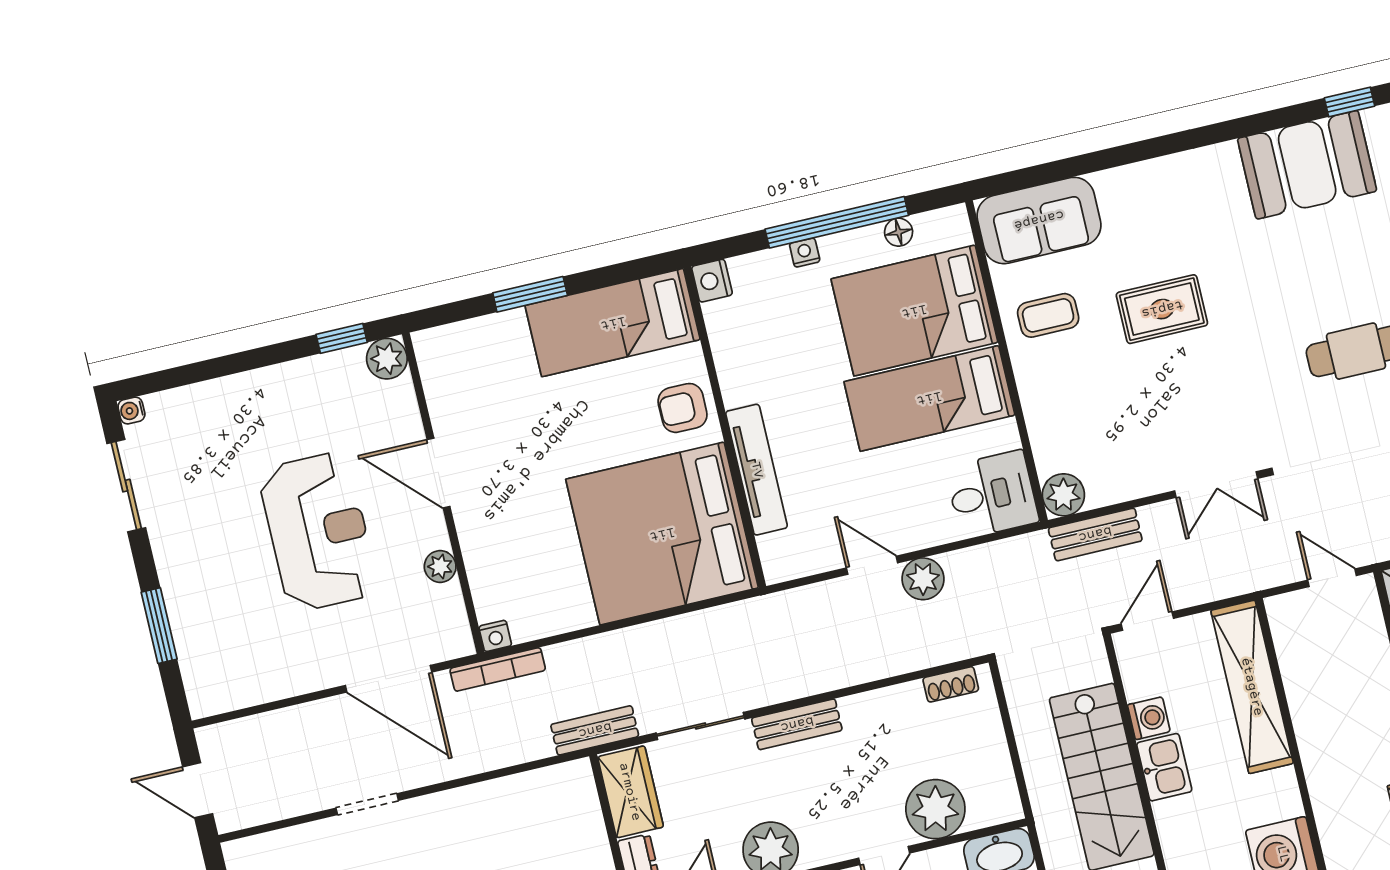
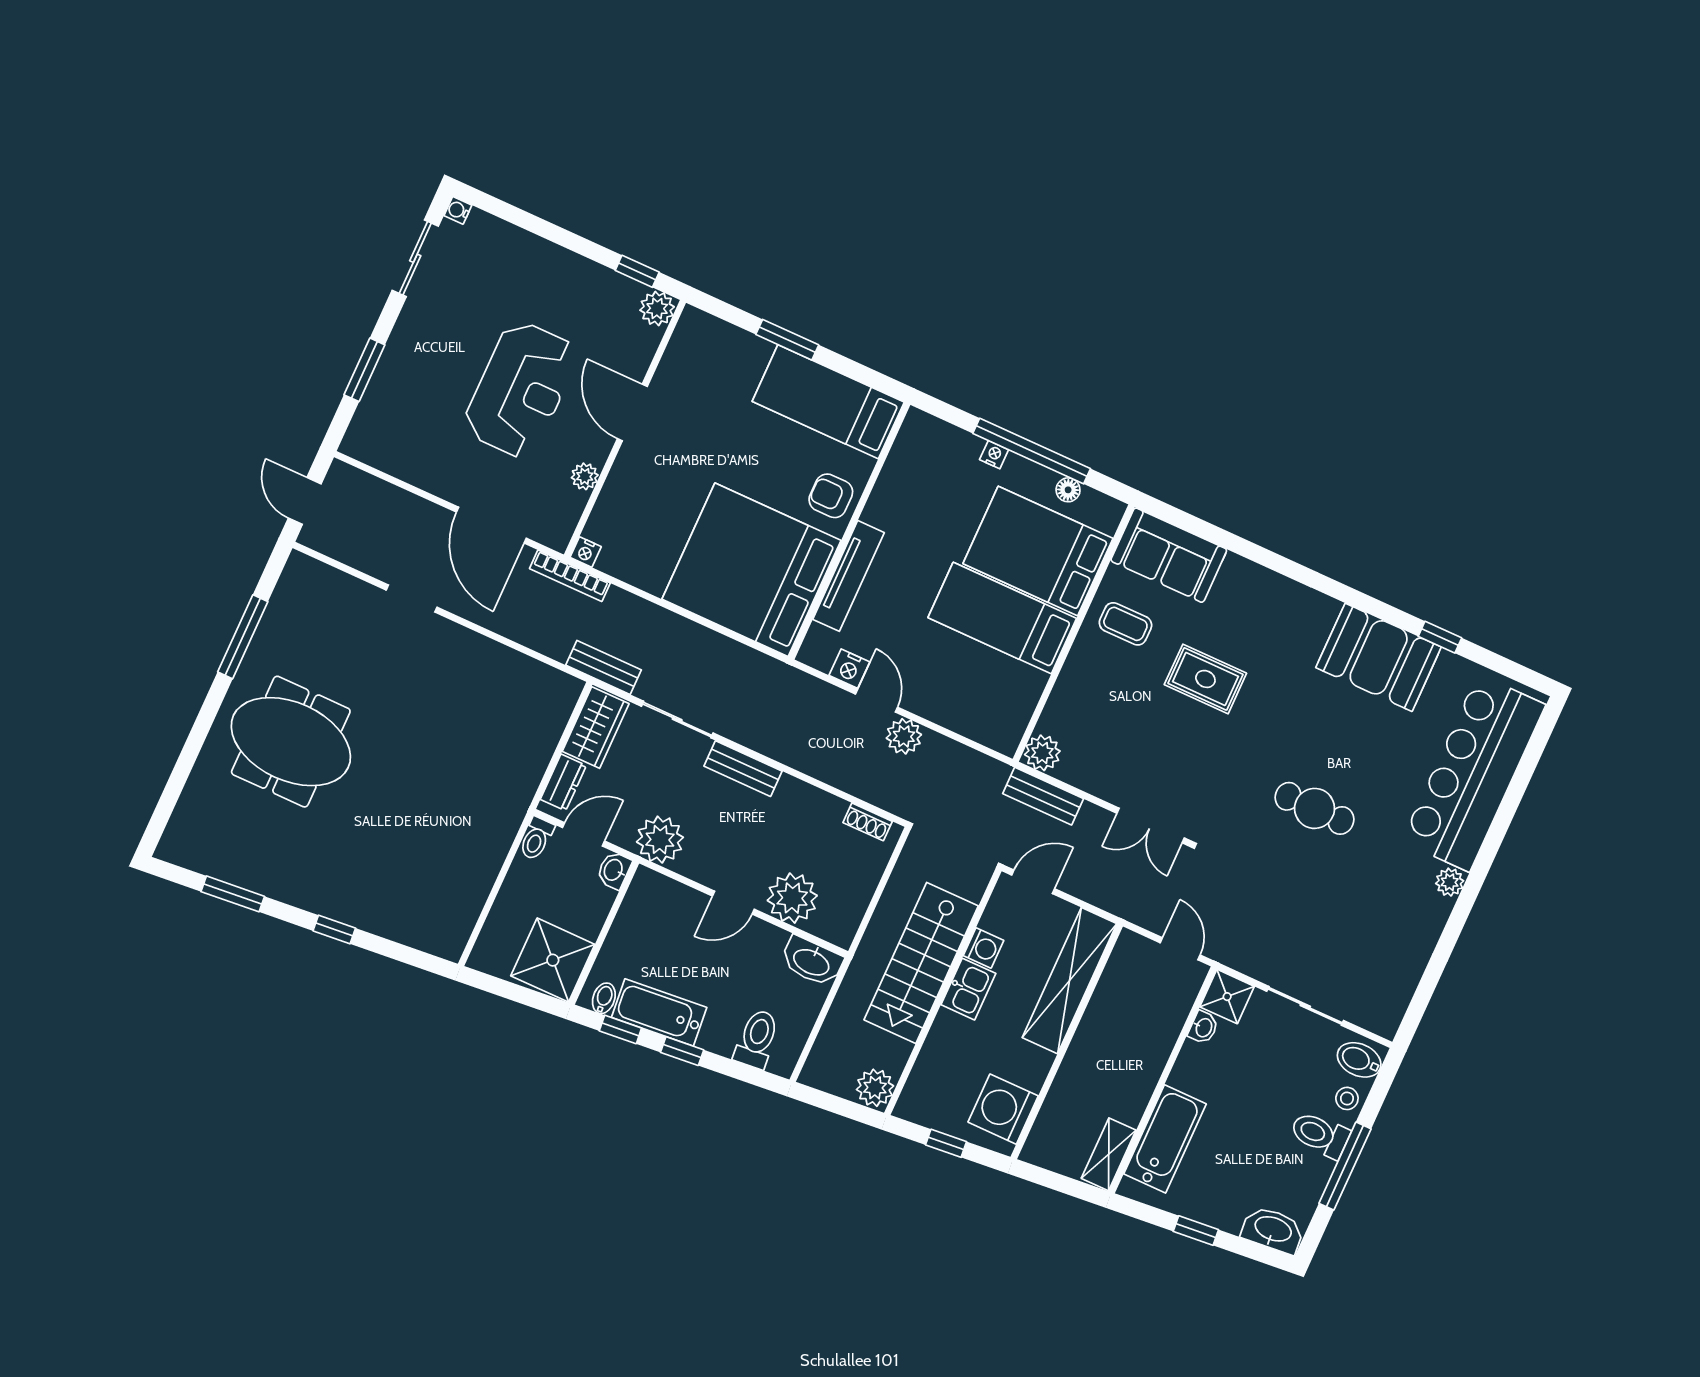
nightstand: (712, 281) -> (849, 669), moved, turned -90
desk: (992, 494) -> (994, 715), removed

